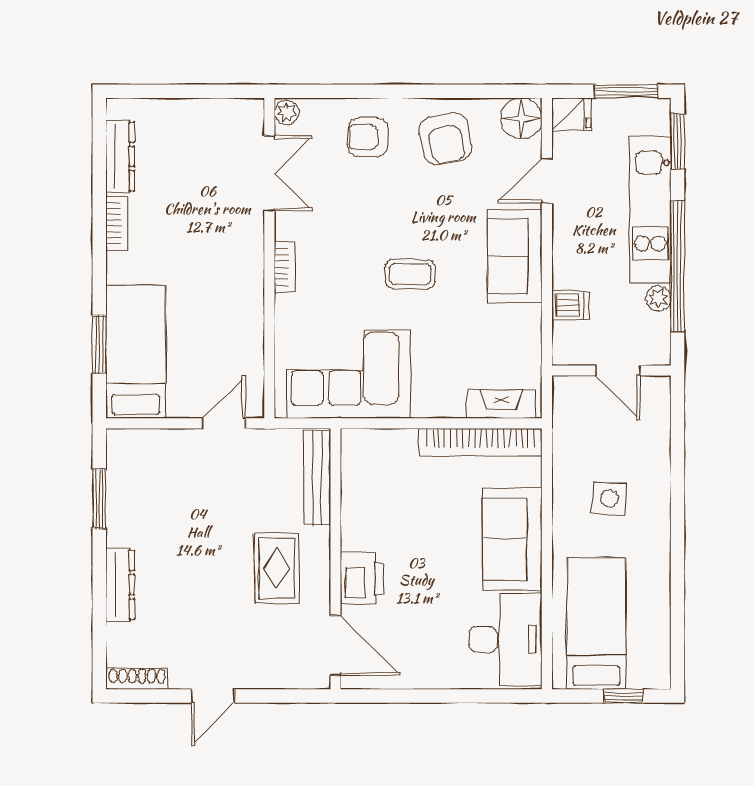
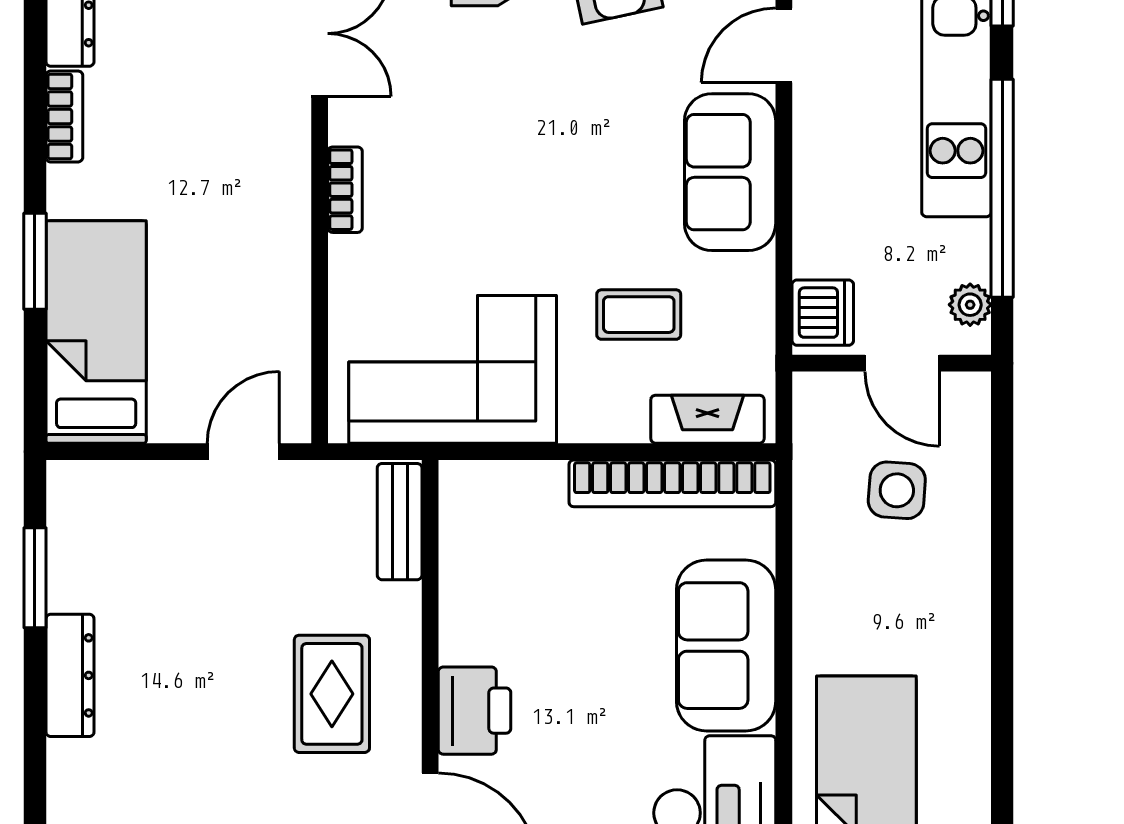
coffee table: (410, 274) -> (639, 315), moved
plant: (658, 298) -> (970, 305), moved
dishwasher: (570, 305) -> (823, 313), moved, width x1.38
window: (99, 344) -> (35, 261), moved
bench: (317, 478) -> (400, 522), width x0.73
side table: (609, 499) -> (897, 490), moved
dresser: (120, 585) -> (70, 675), moved

